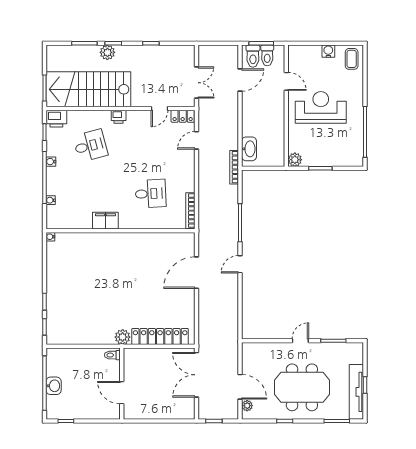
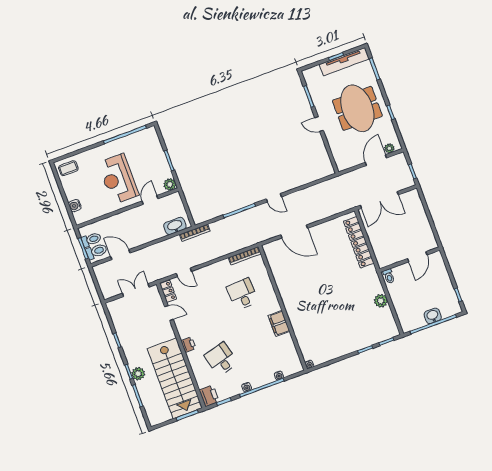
water cooler: (328, 51) -> (75, 206), moved
door: (286, 81) -> (150, 200), moved
plant: (123, 337) -> (381, 301), moved

